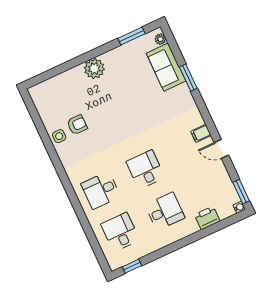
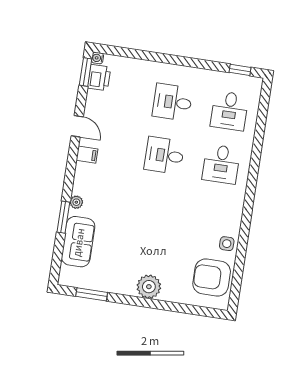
plant: (160, 39) -> (76, 202), moved
armchair: (77, 125) -> (212, 278), moved, width x1.88, depth x1.88
desk: (145, 169) -> (164, 155), turned 90
desk: (101, 190) -> (221, 164), turned 90
printer: (207, 218) -> (99, 78), moved, turned -90

